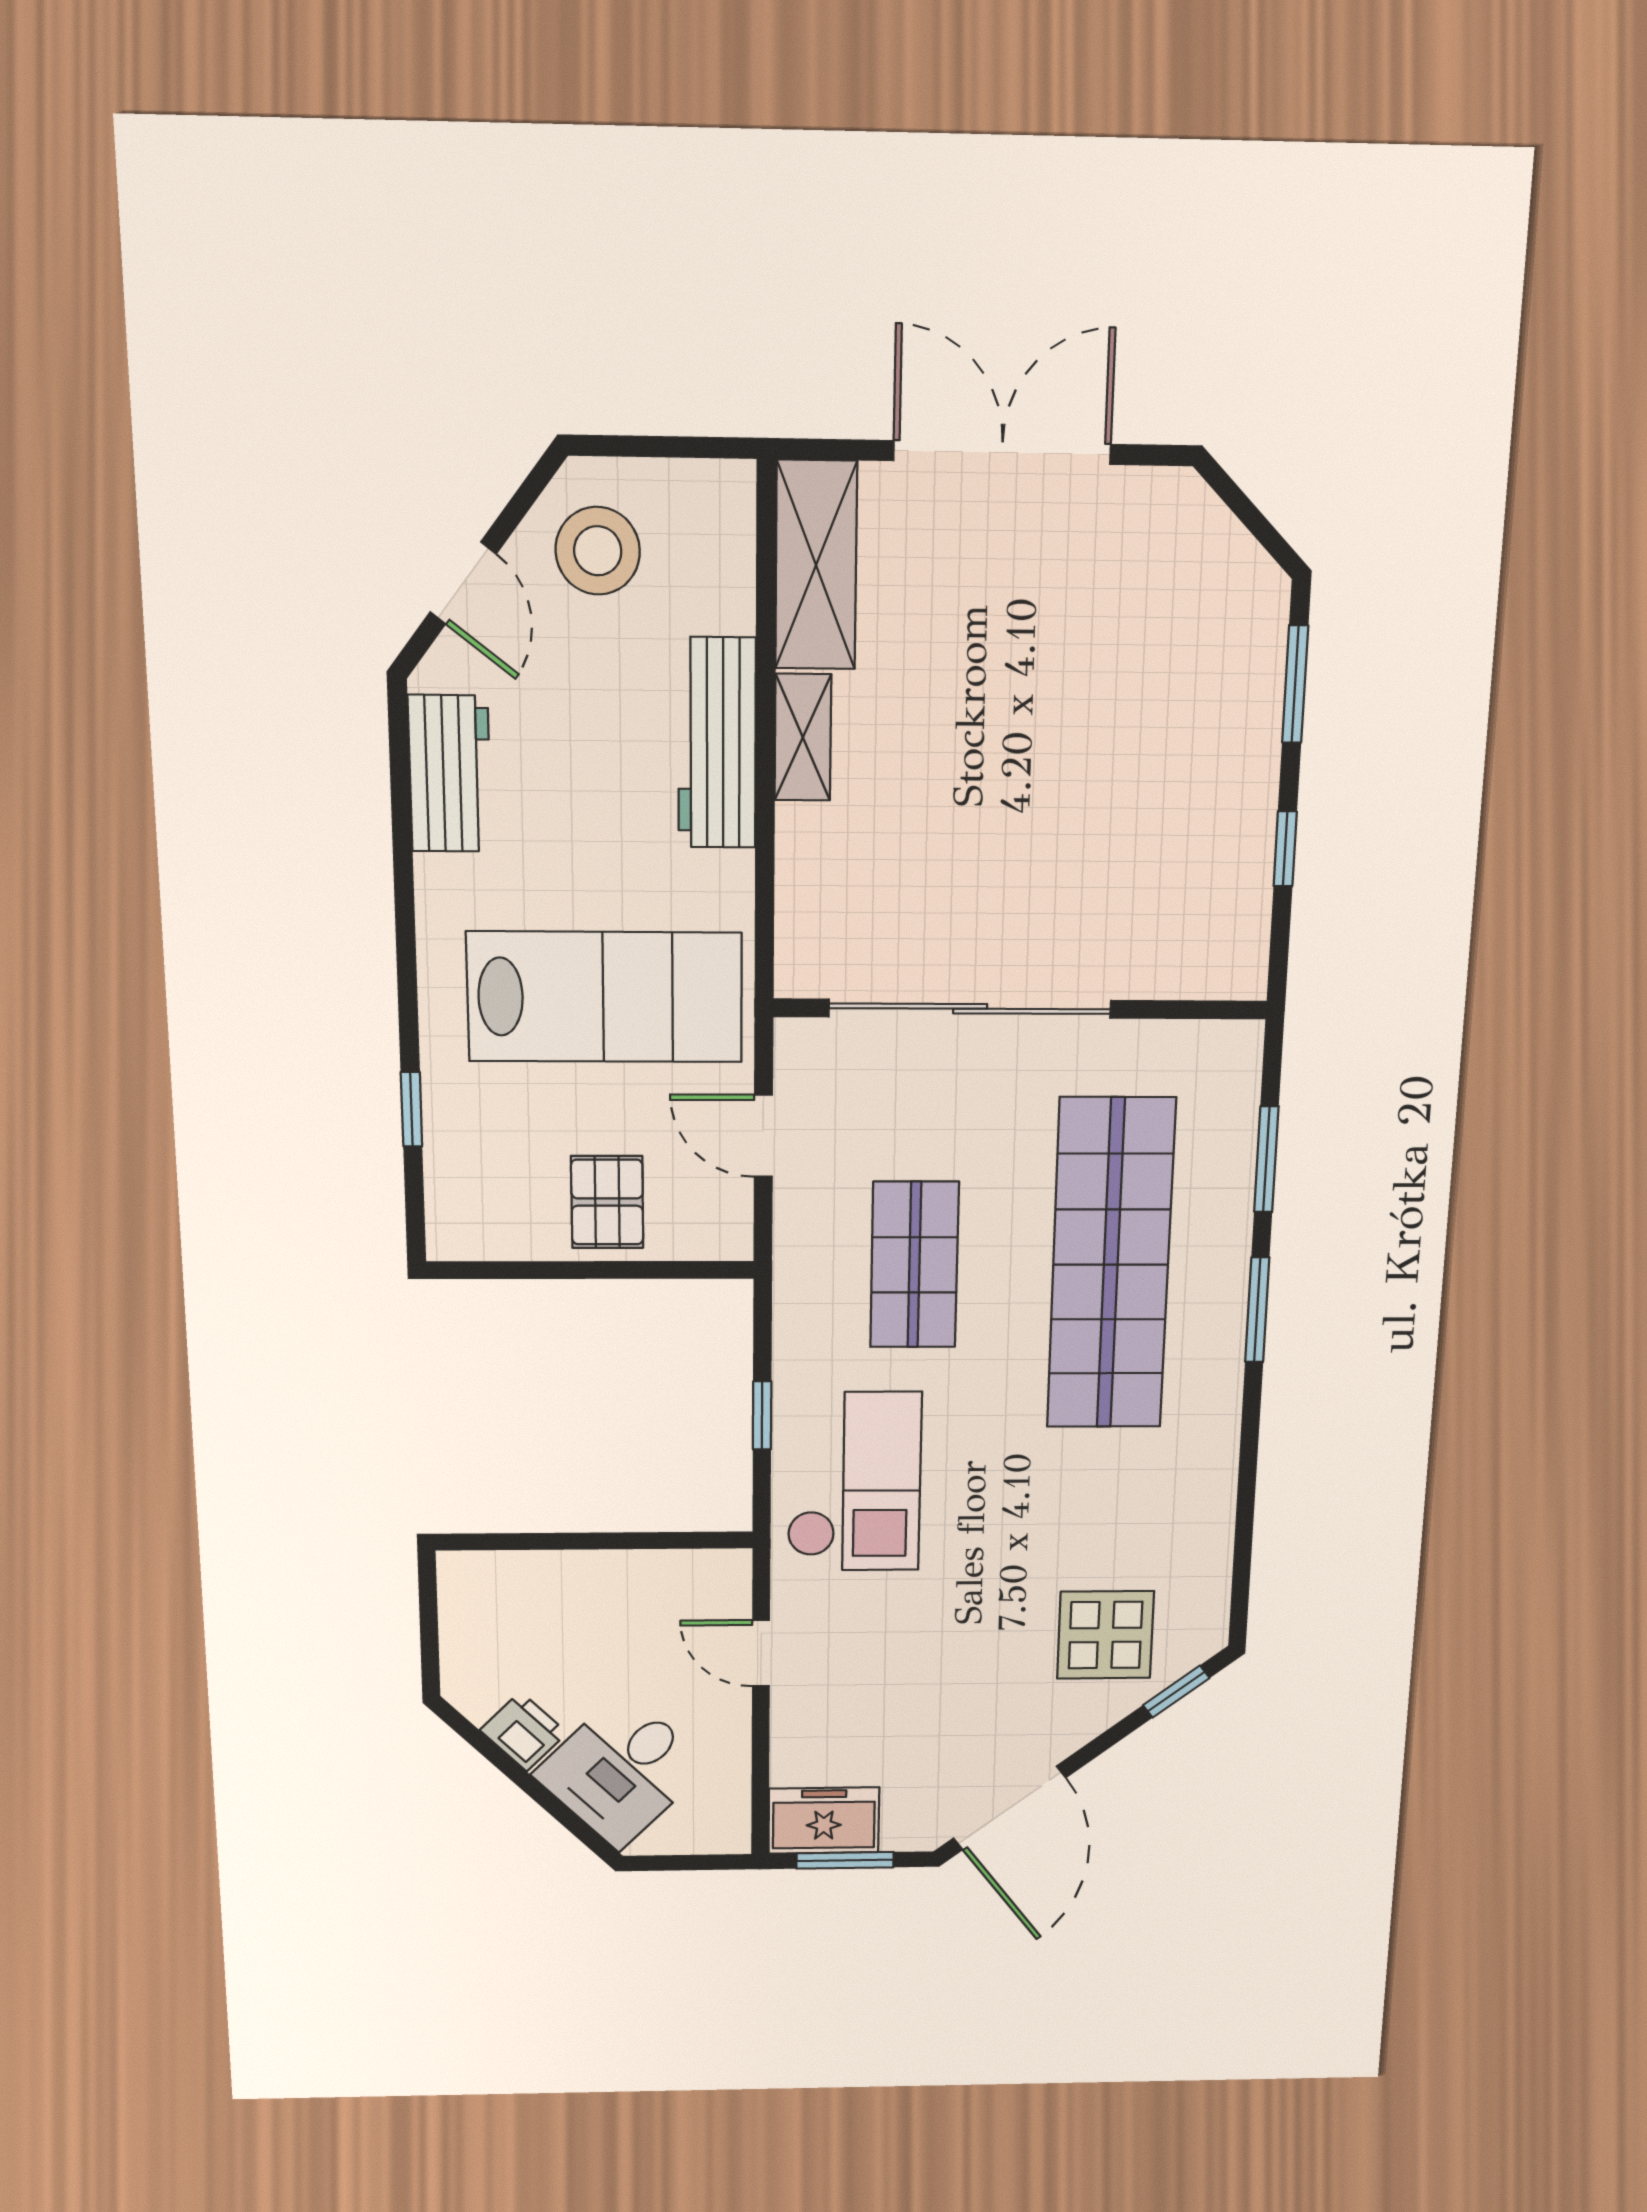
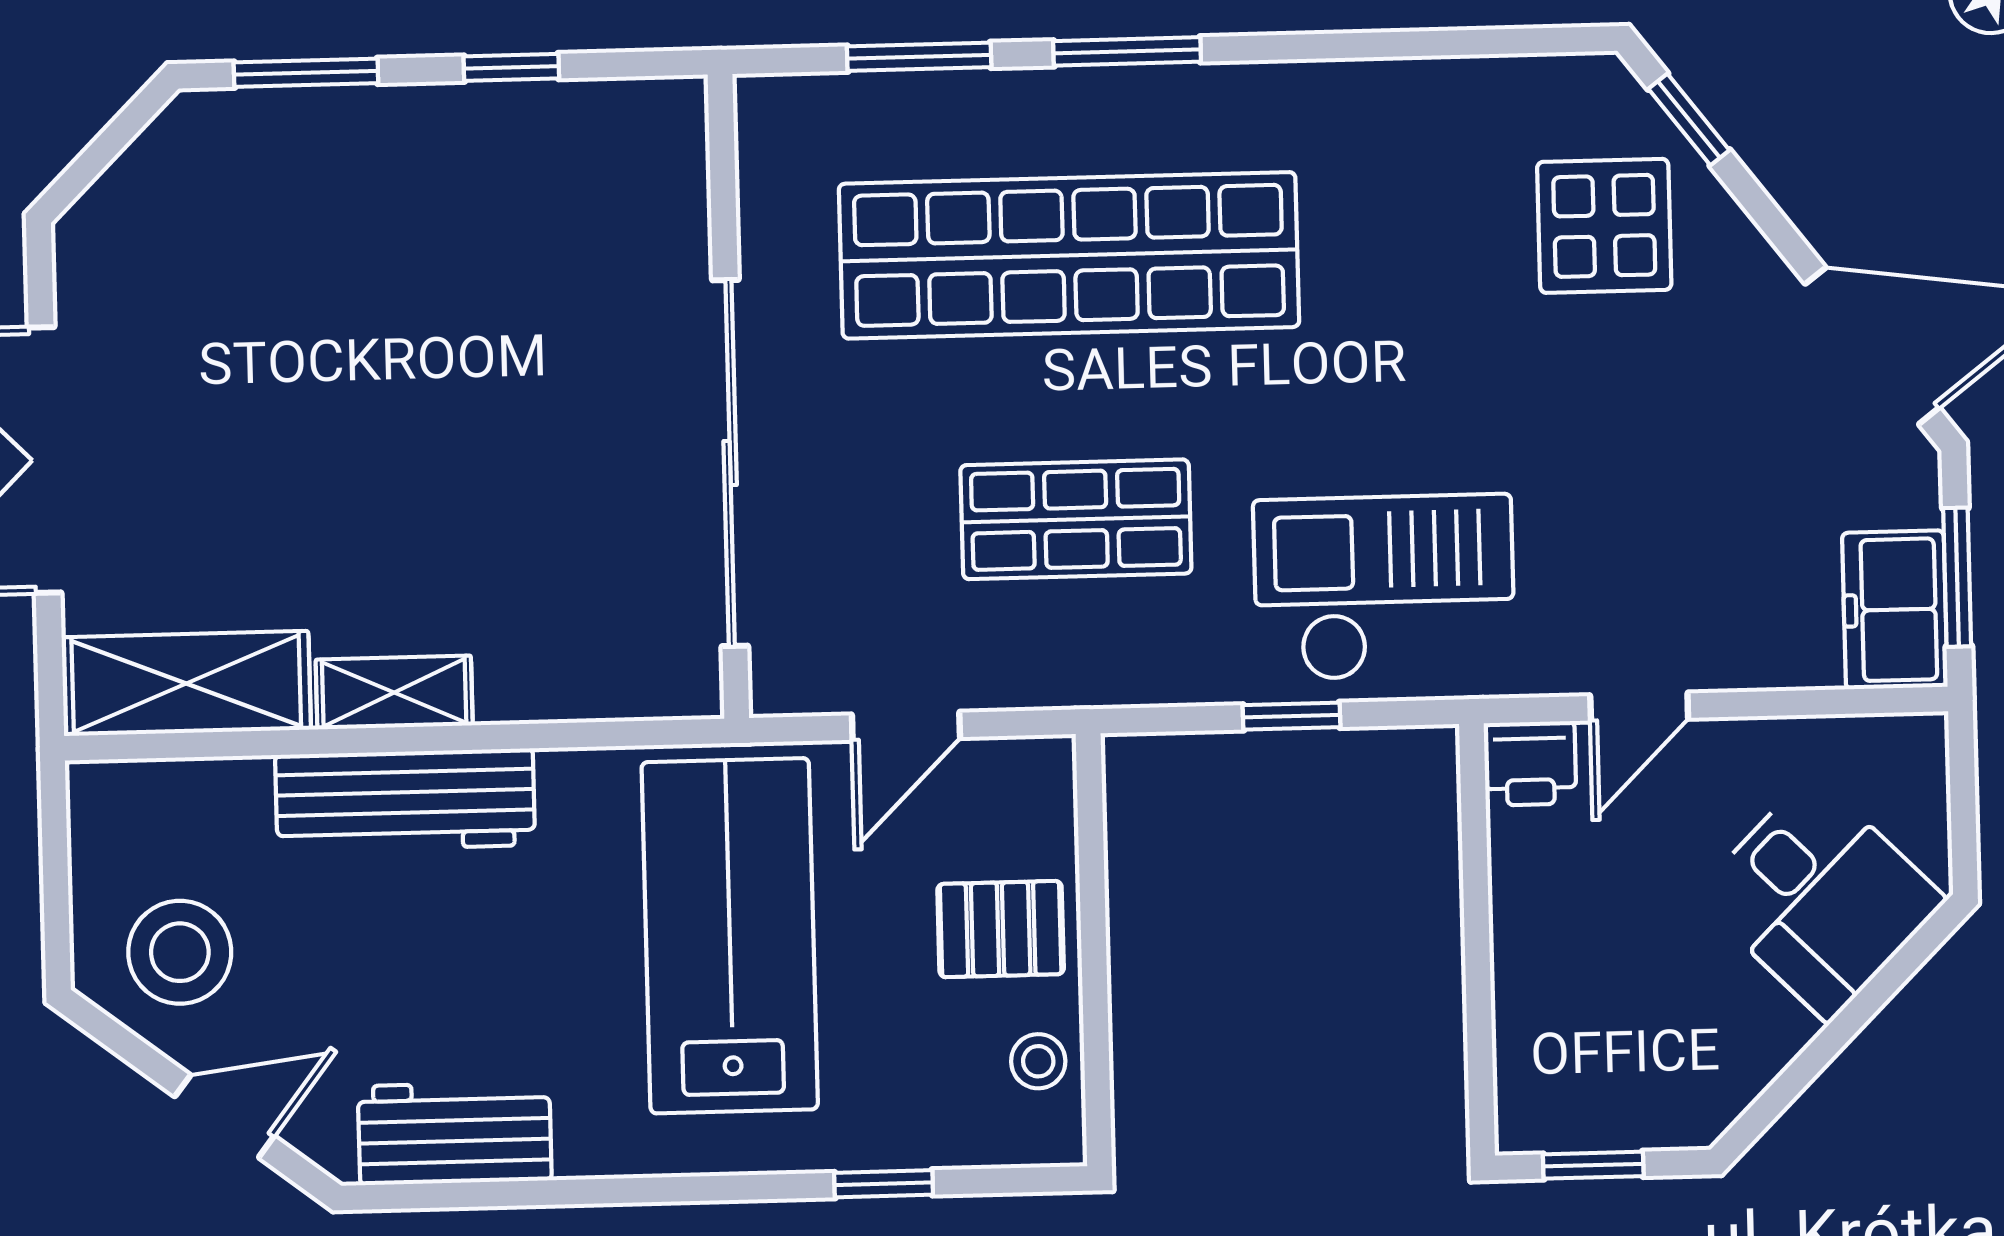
stool: (506, 1227) -> (1038, 1061), added
window: (429, 1617) -> (1593, 1165), added
printer: (524, 1732) -> (1530, 763), moved, turned -135

